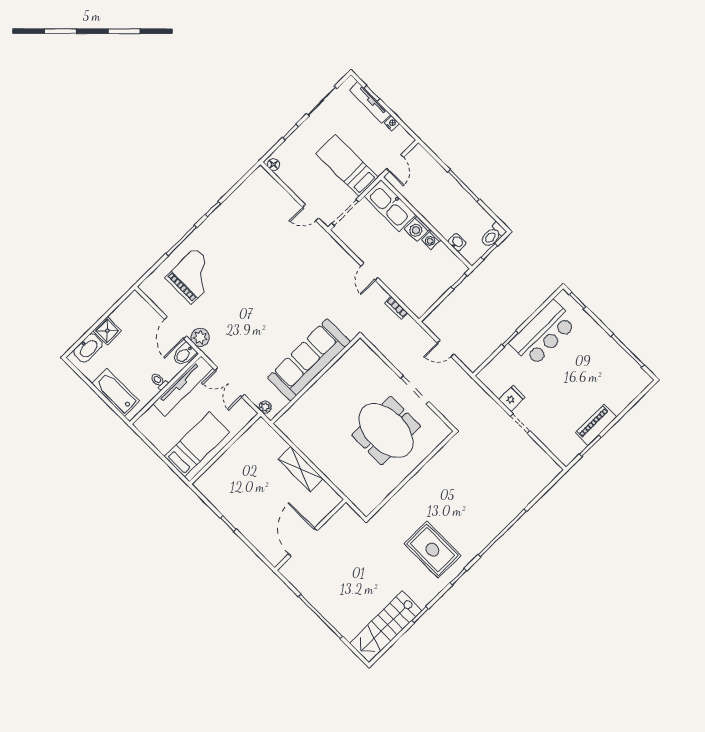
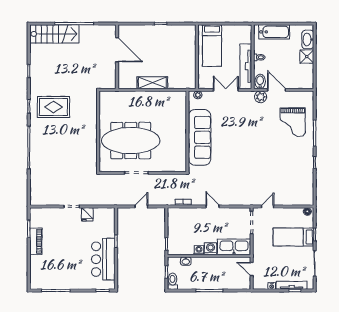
bed: (347, 165) -> (293, 237), moved, turned 180
meeting table: (386, 431) -> (131, 141), width x1.36
stairs: (386, 627) -> (54, 34), moved, turned 90

